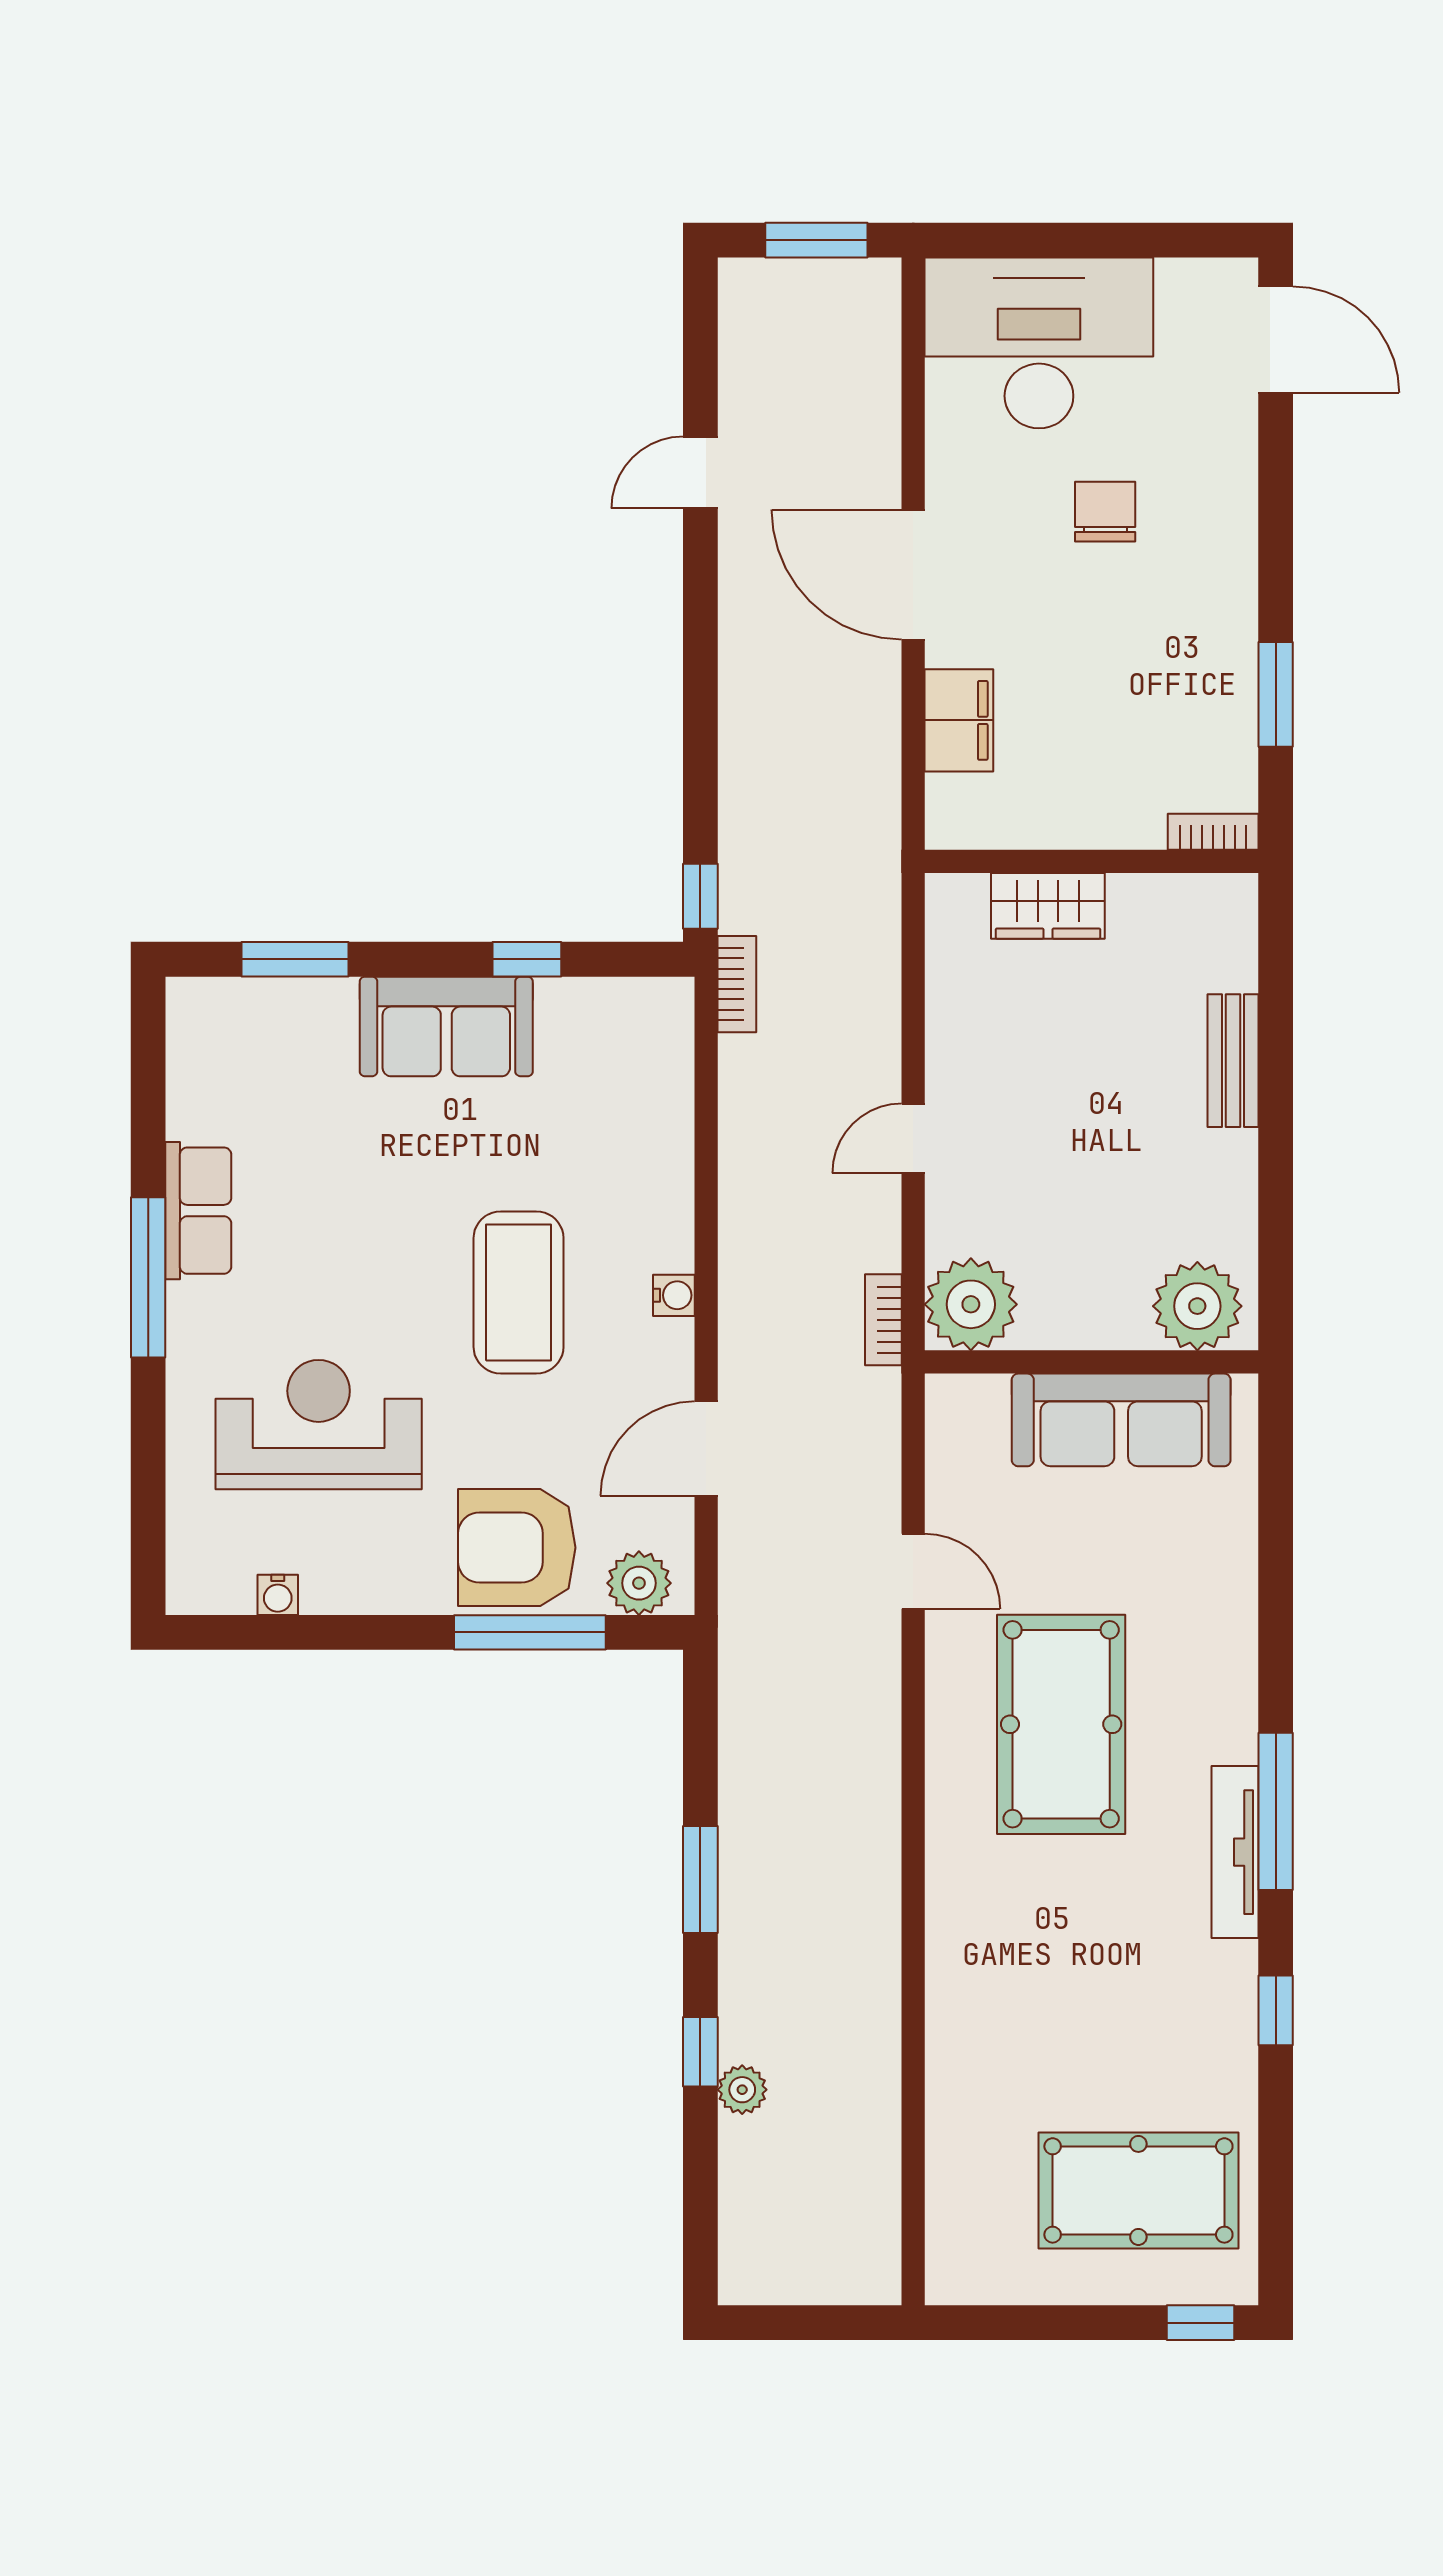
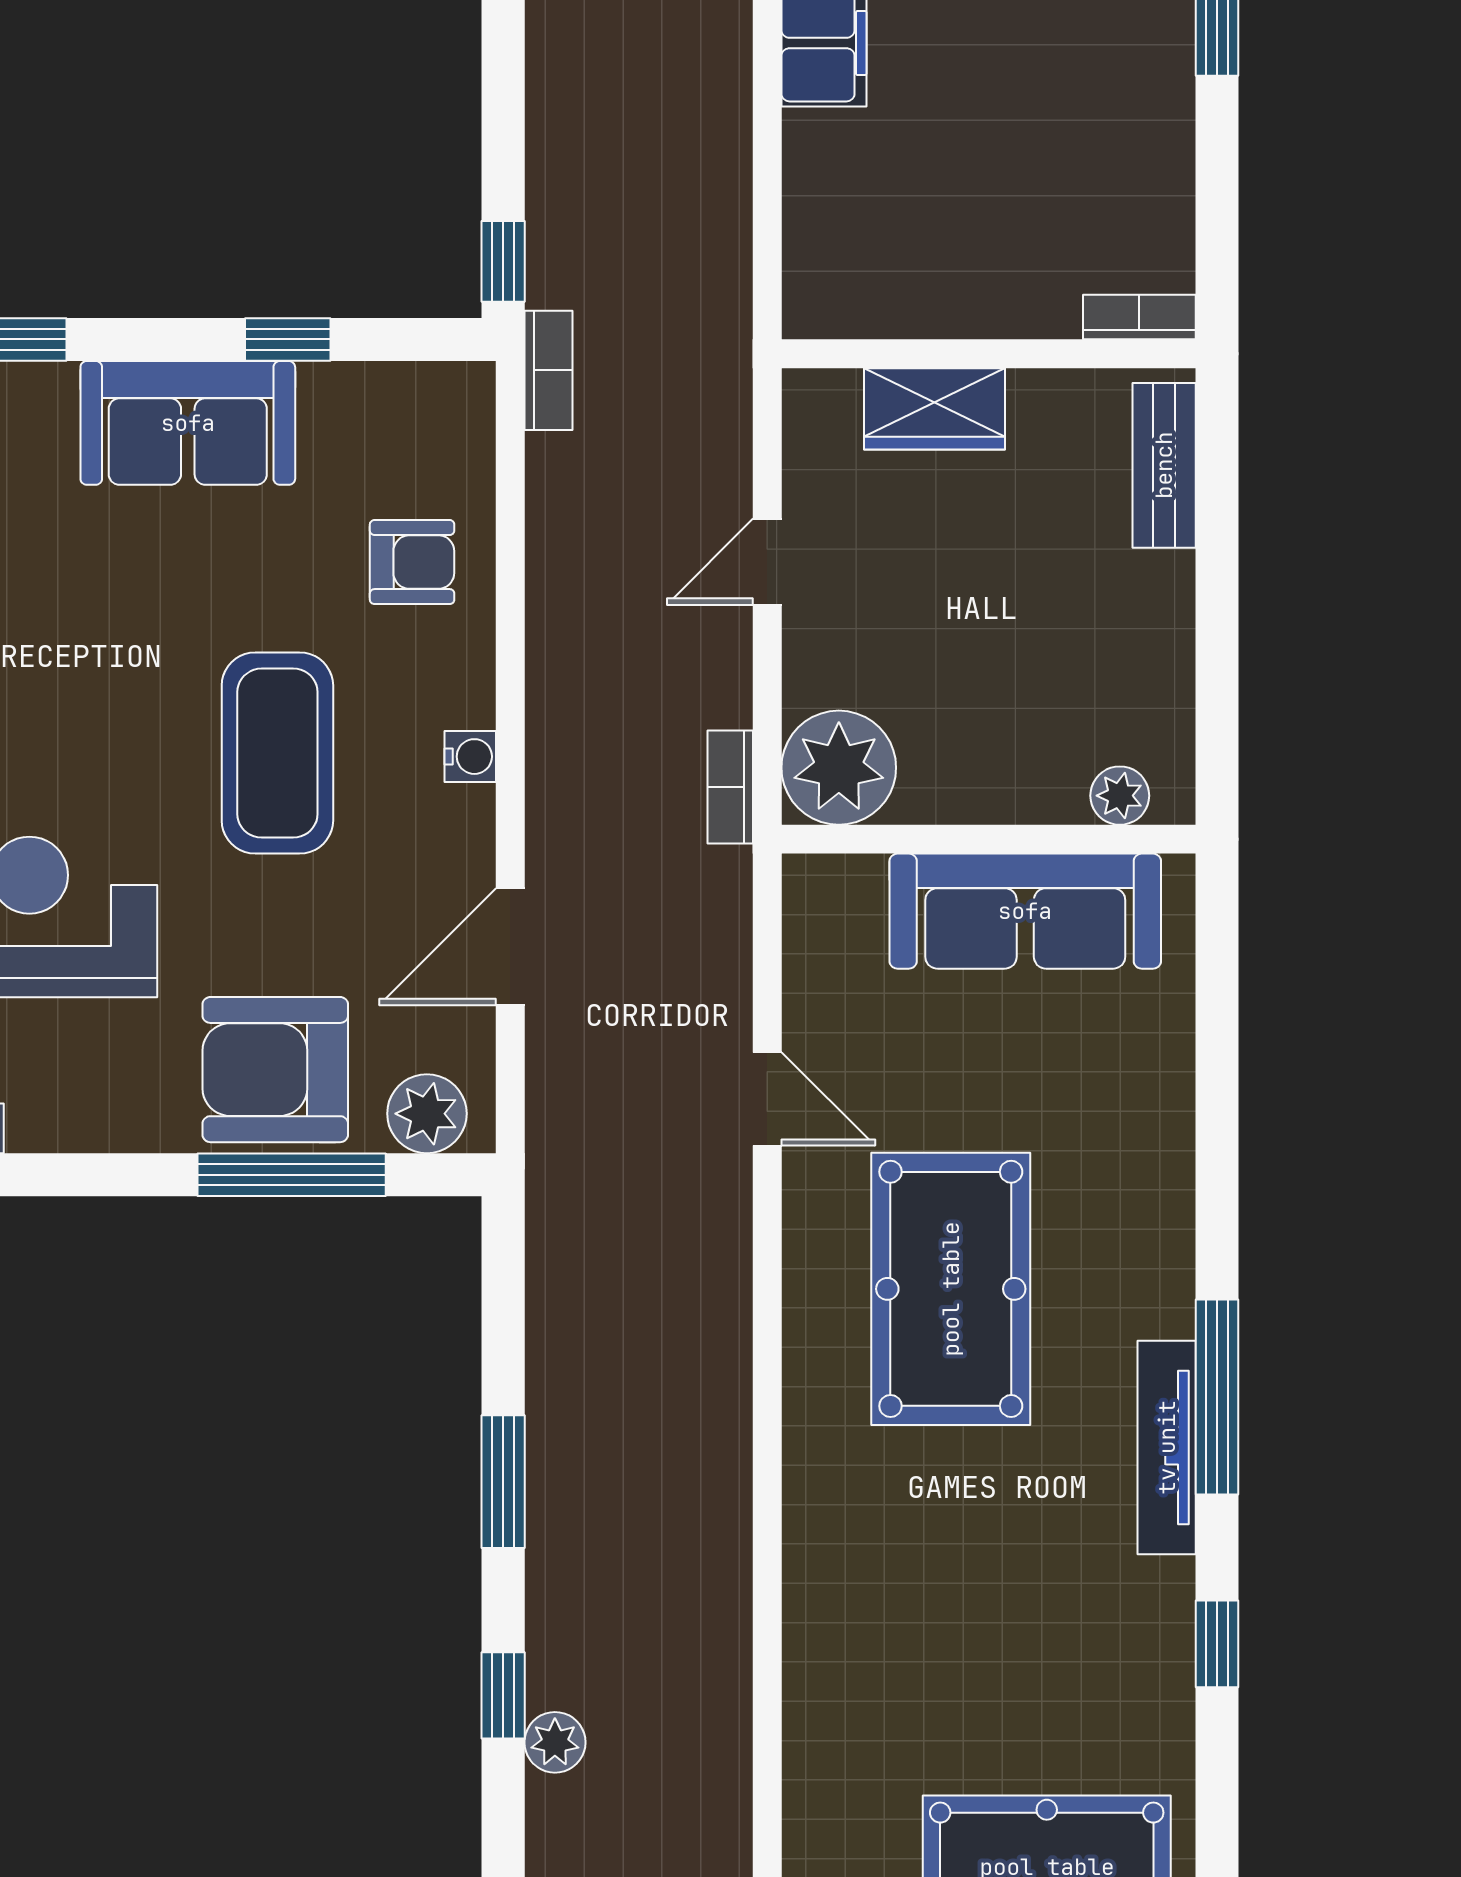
bookcase: (1213, 832) -> (1139, 317), moved
wall: (1092, 861) -> (989, 354), moved
wardrobe: (1048, 906) -> (934, 409), moved
armchair: (627, 1139) -> (412, 562), added
plant: (1197, 1306) -> (1120, 796), width x0.53, depth x0.53

